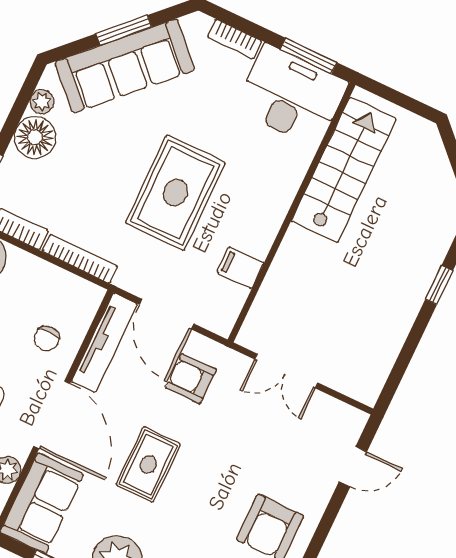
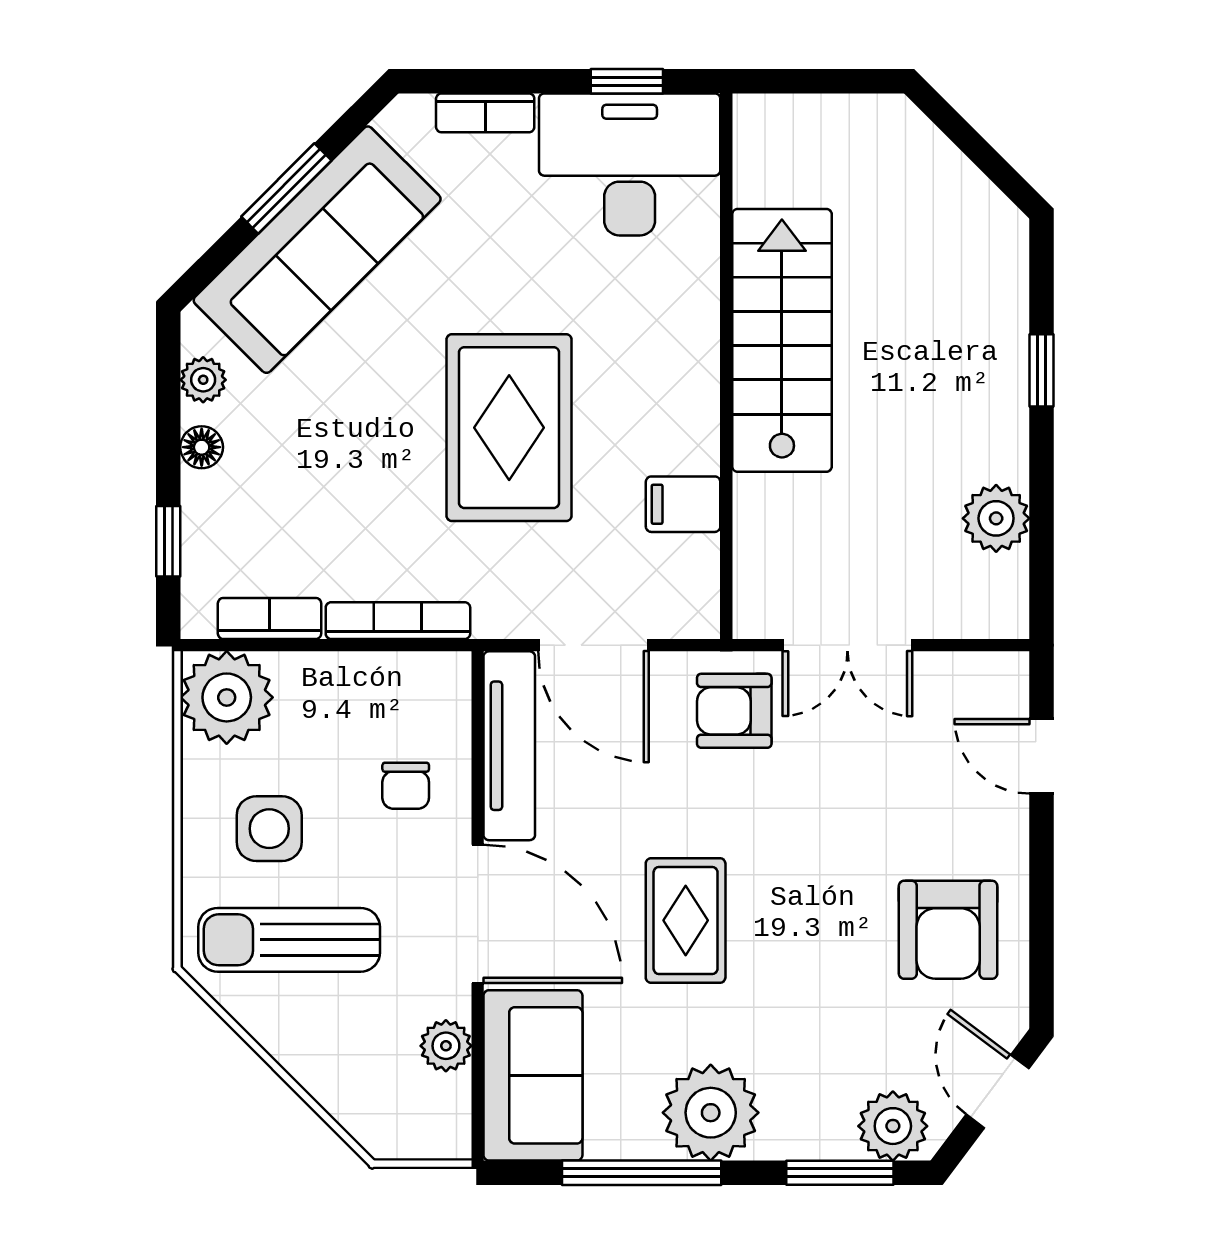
window: (309, 56) -> (627, 81), width x0.67
floor lamp: (35, 137) -> (202, 447), width x0.53, depth x0.53
stairs: (344, 170) -> (782, 340), moved
plant: (385, 344) -> (996, 518), added
armchair: (191, 379) -> (734, 711), moved
door: (353, 467) -> (1042, 756), swing flipped

